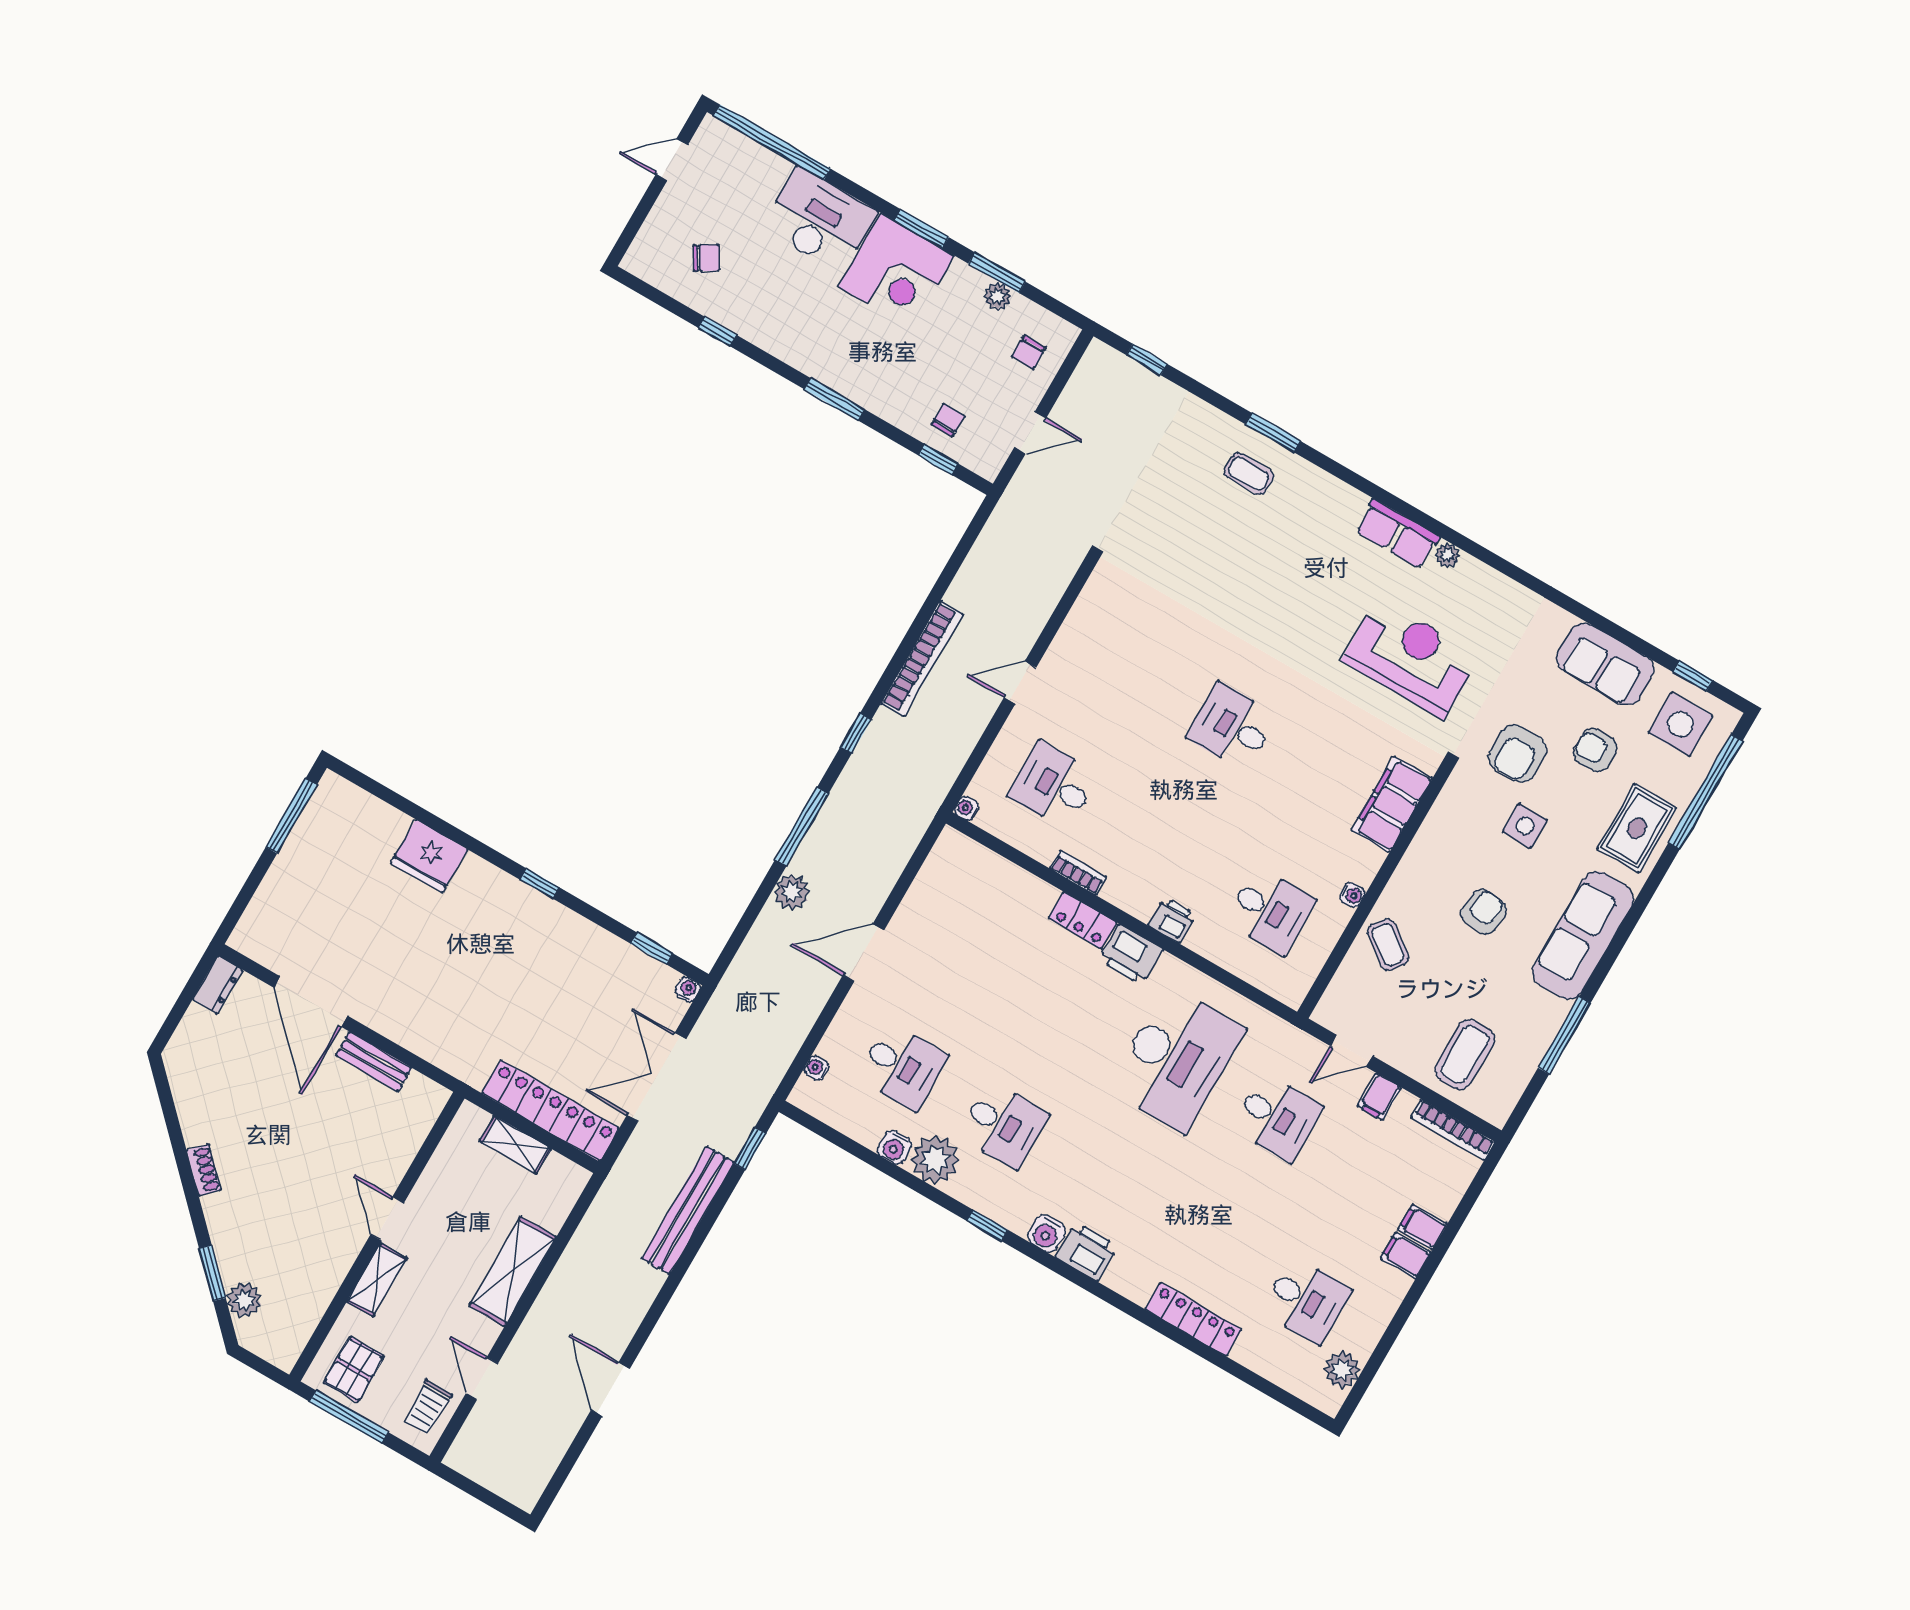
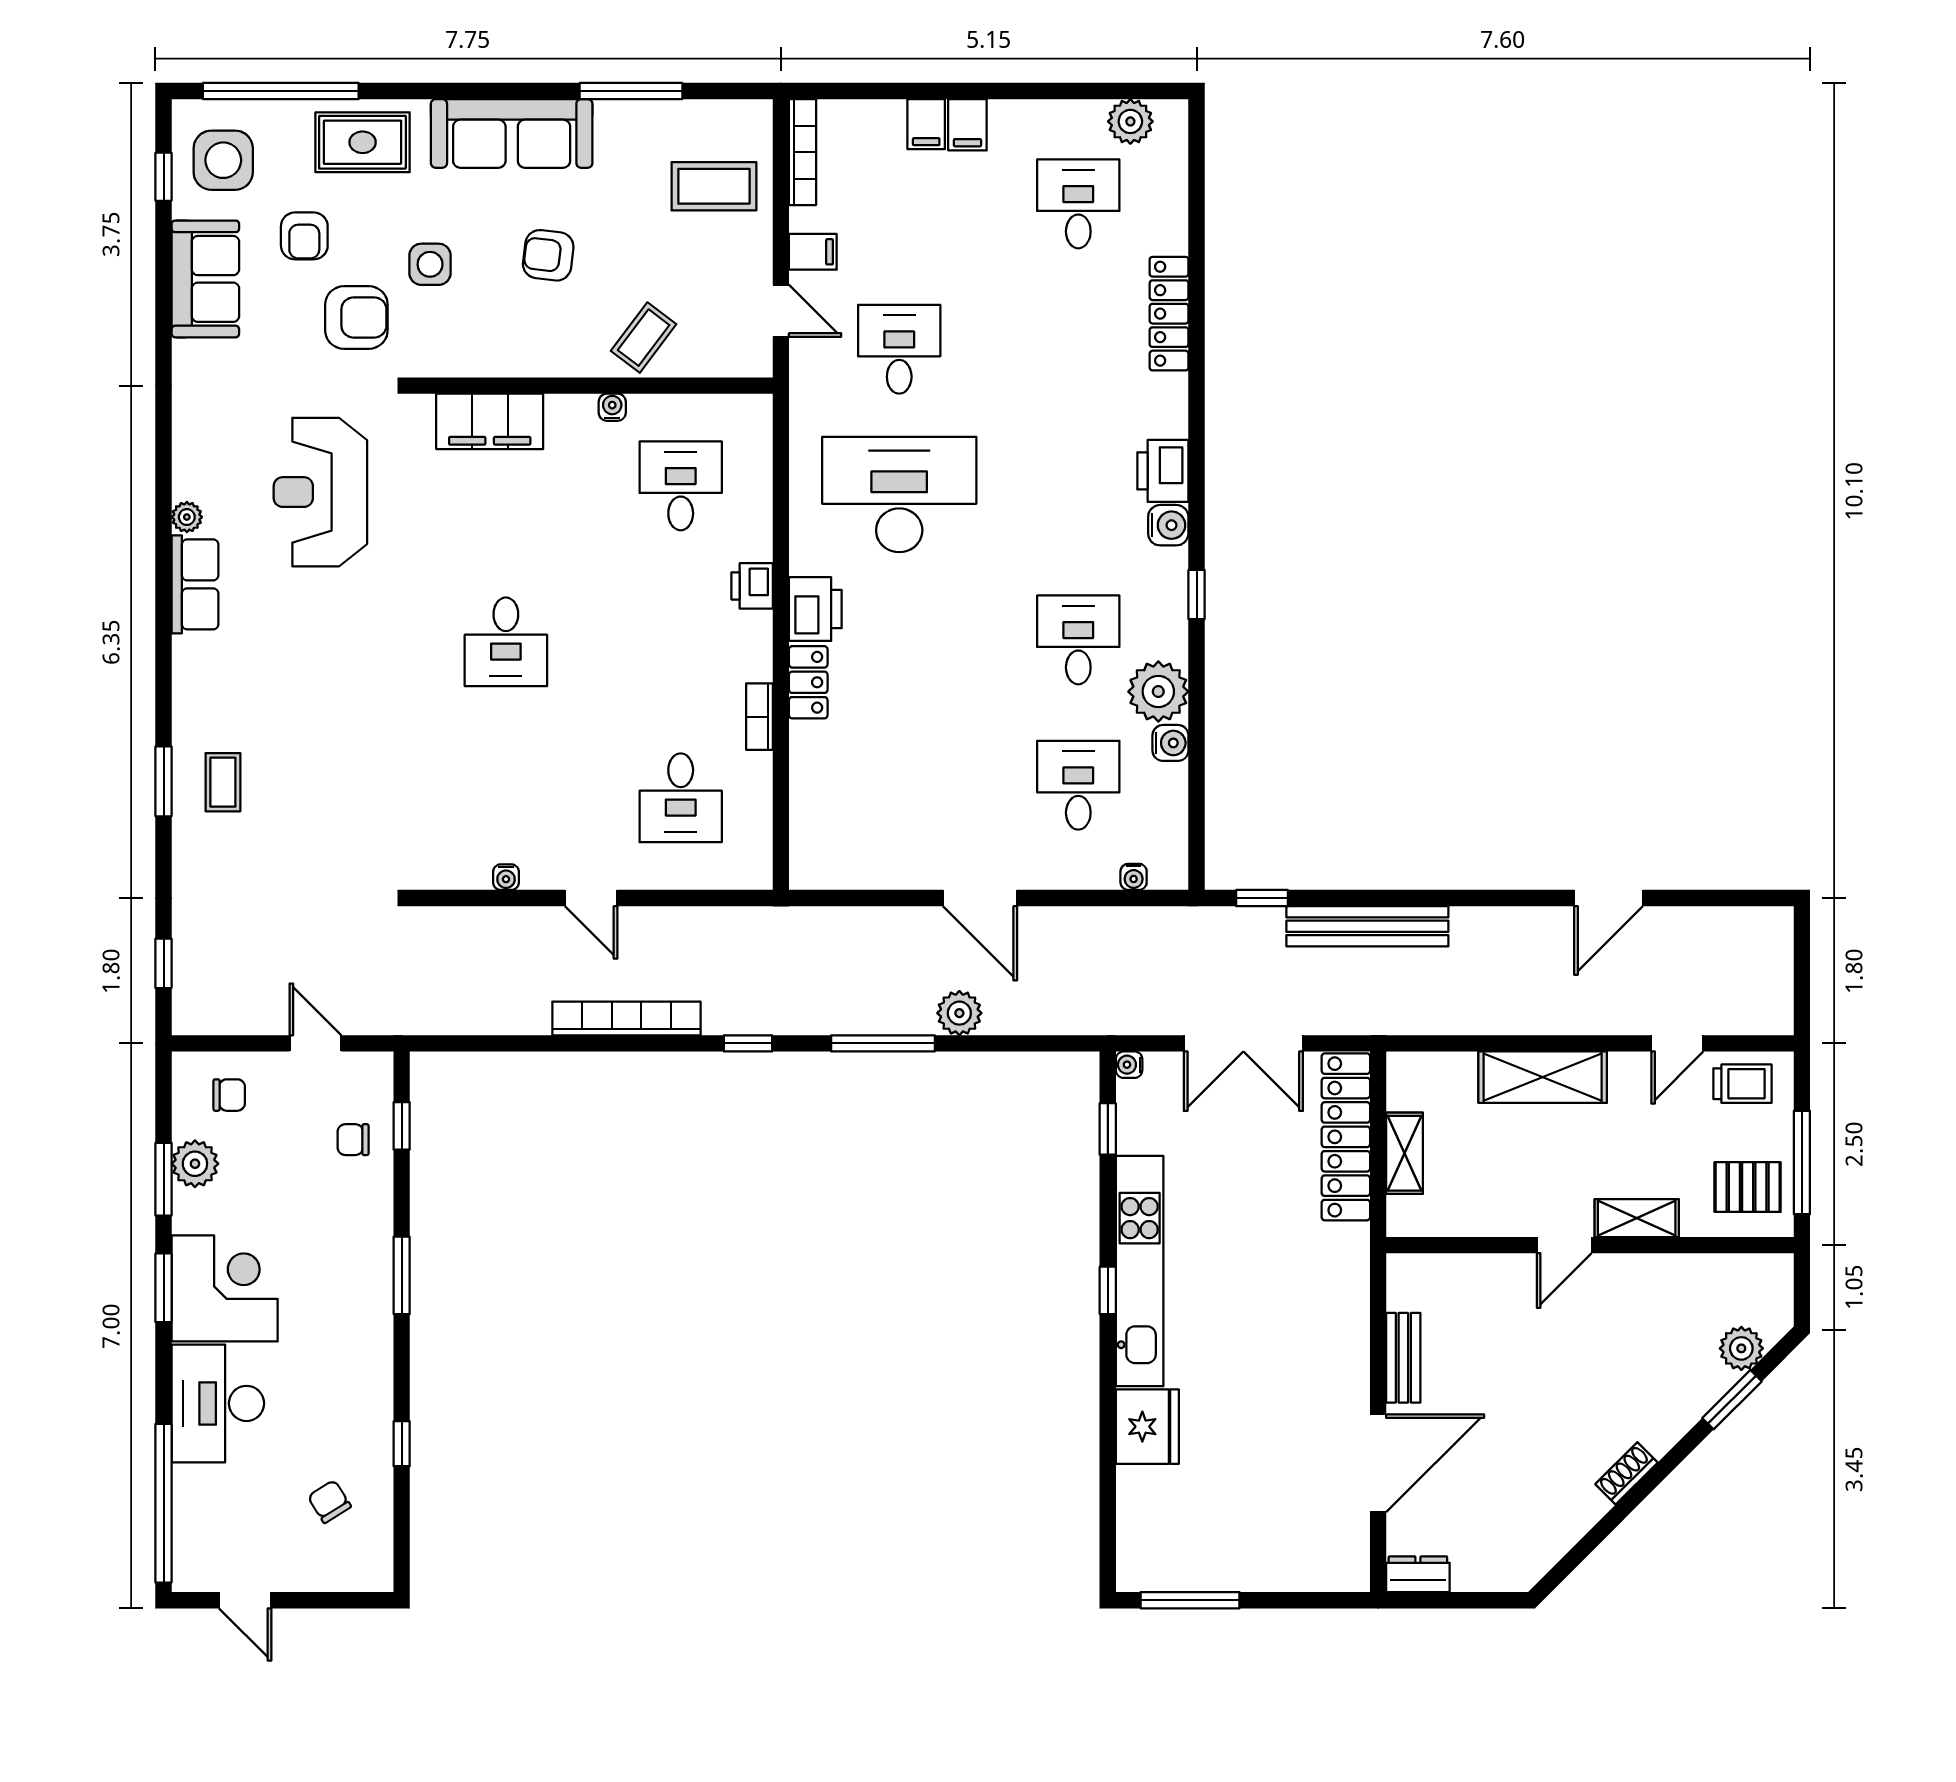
plant: (998, 296) -> (195, 1164), width x1.38, depth x1.38
water cooler: (967, 808) -> (506, 877), moved
kitchen unit: (540, 913) -> (1140, 1271), added

